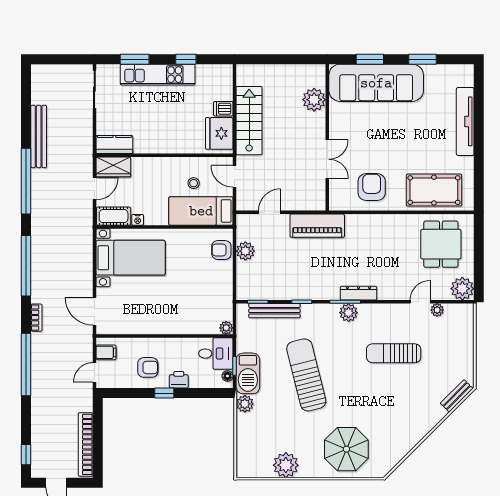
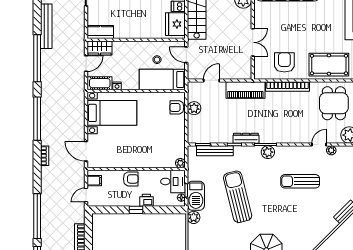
bookcase: (376, 221) -> (287, 87), added
dresser: (358, 293) -> (246, 138), moved
window: (26, 365) -> (37, 216), moved
armchair: (148, 367) -> (131, 179), moved

